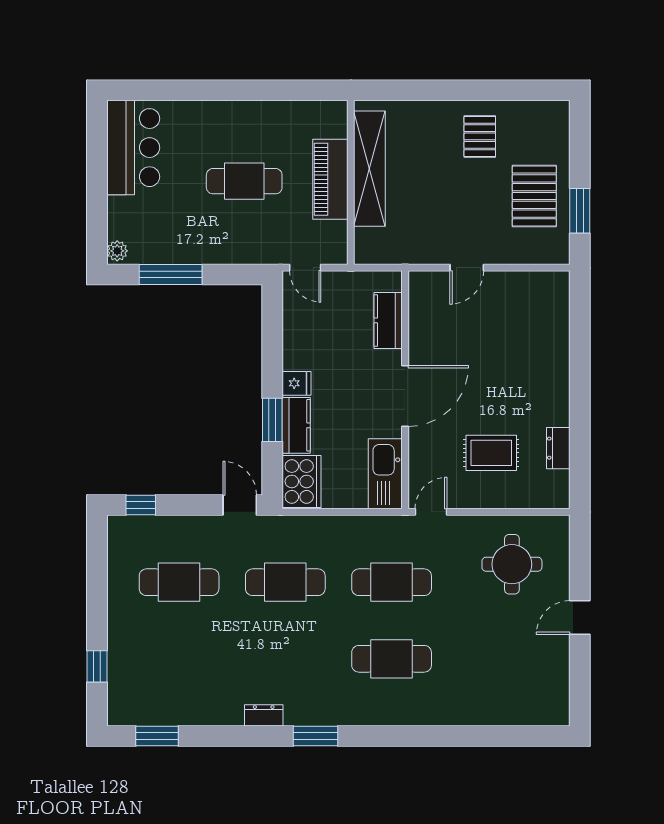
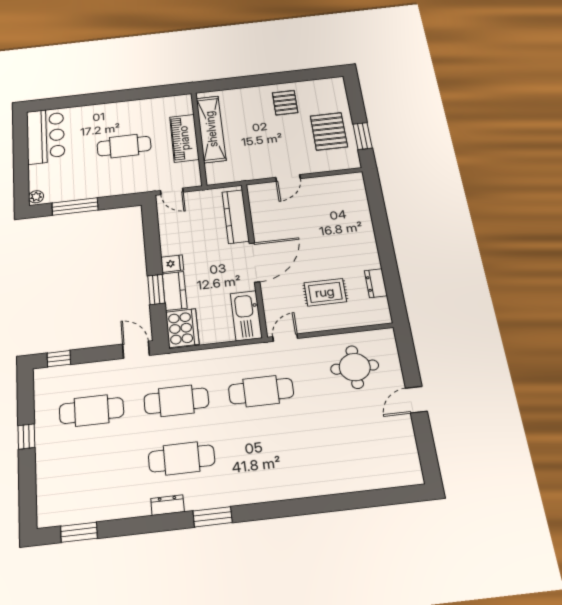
kitchen counter: (388, 320) -> (236, 216), width x1.50
cafe table: (392, 659) -> (182, 458), moved
window: (97, 666) -> (26, 436), moved

